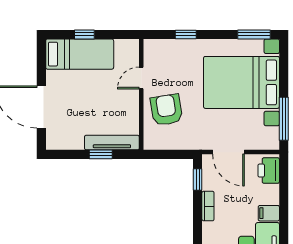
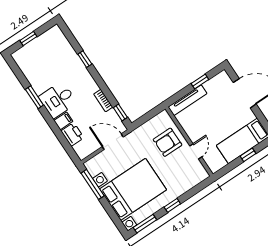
window: (186, 34) -> (172, 205), moved
armchair: (166, 110) -> (168, 142), turned 99
window: (101, 154) -> (200, 82), moved
printer: (269, 171) -> (72, 134), moved

